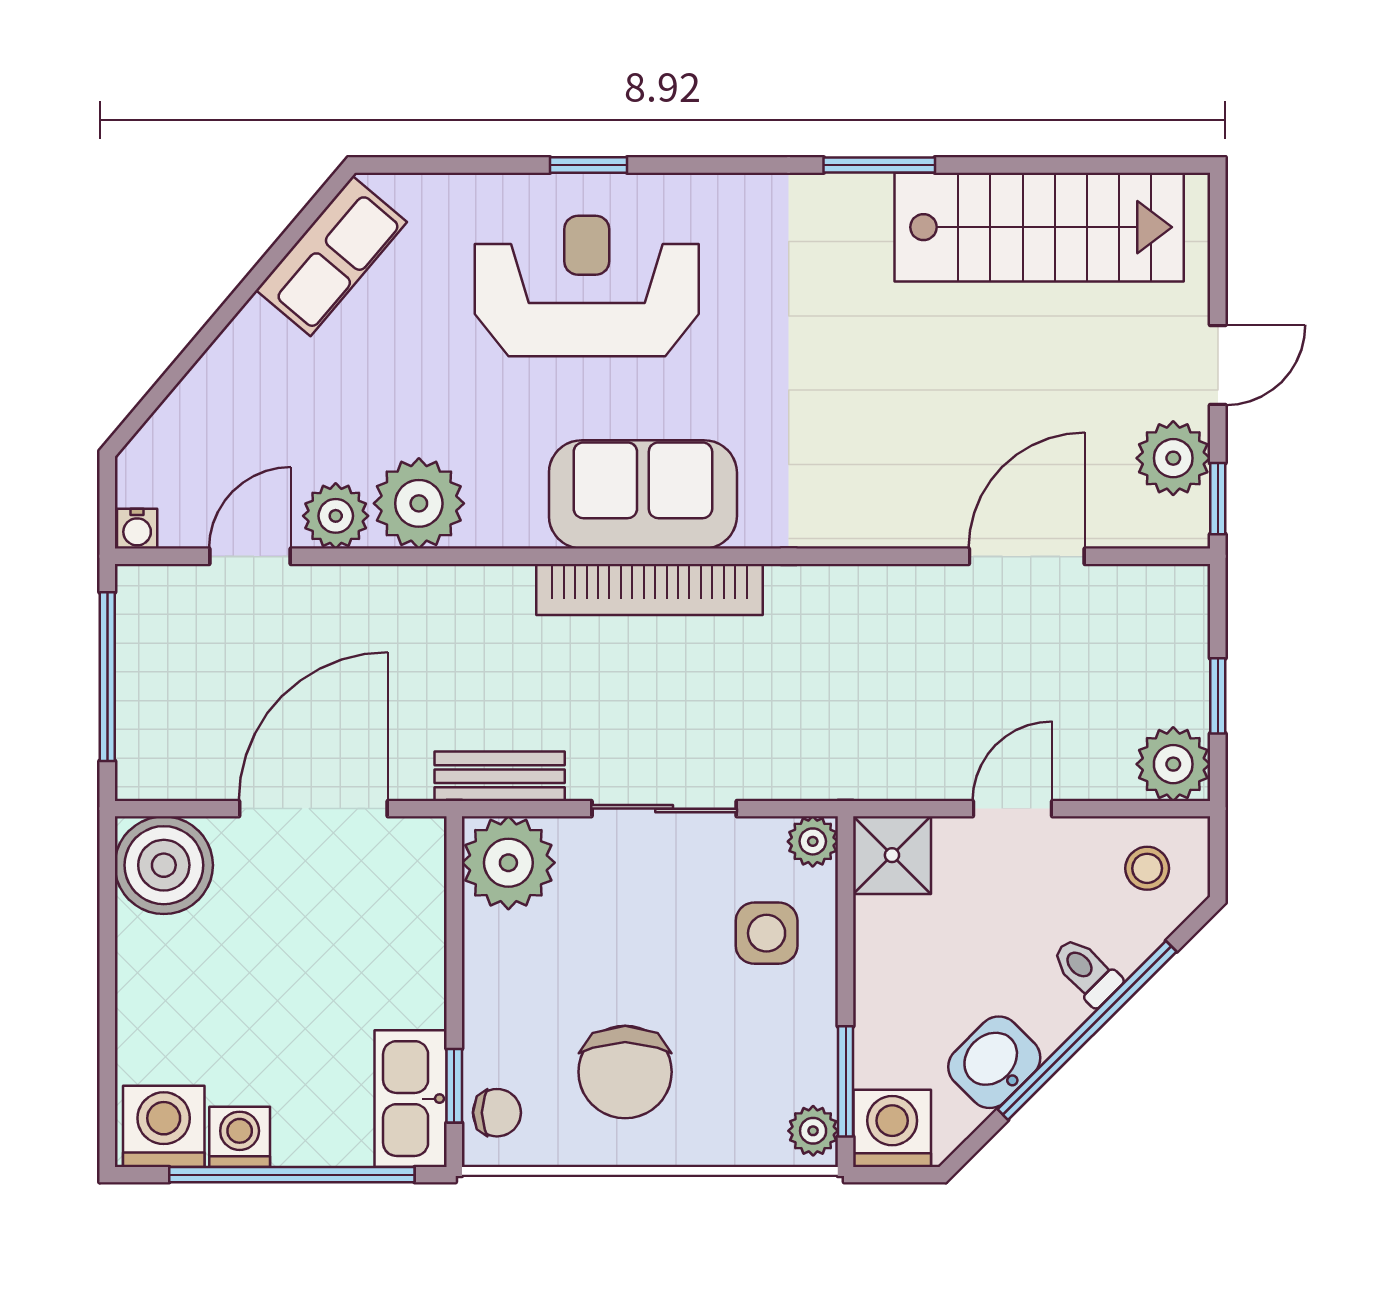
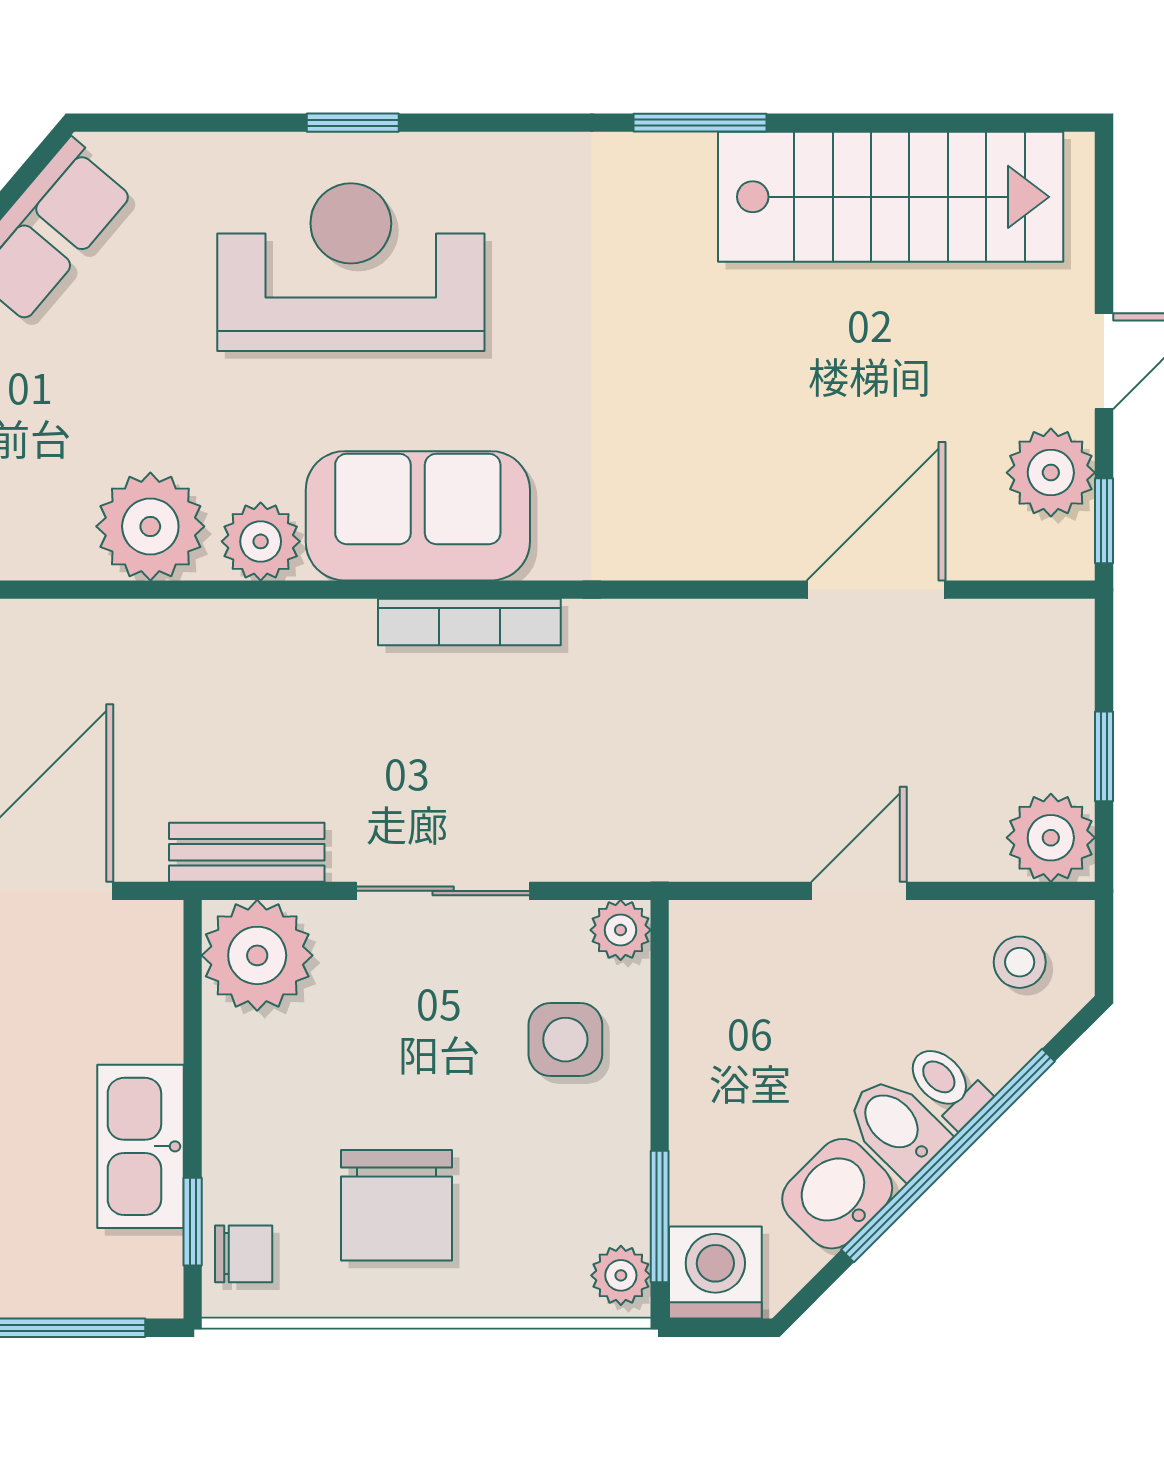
plant: (336, 516) -> (261, 541), moved
bookcase: (649, 589) -> (469, 622), width x0.68, depth x0.76
shower: (892, 855) -> (715, 946), removed
bidet: (1044, 1006) -> (896, 1126), added
kitchen sink: (411, 1099) -> (141, 1146), moved

